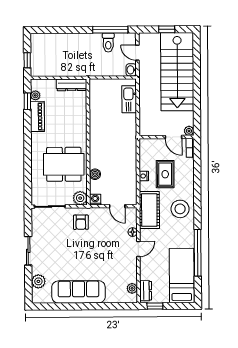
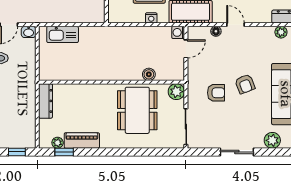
washing machine: (95, 200) -> (178, 32), moved
armchair: (81, 222) -> (216, 93), moved
armchair: (87, 257) -> (245, 84), added

